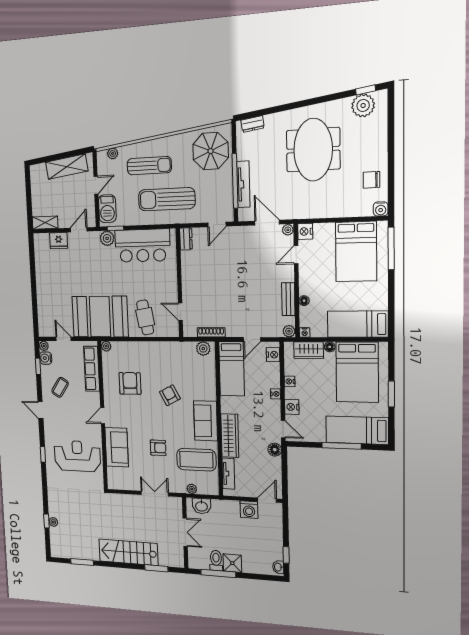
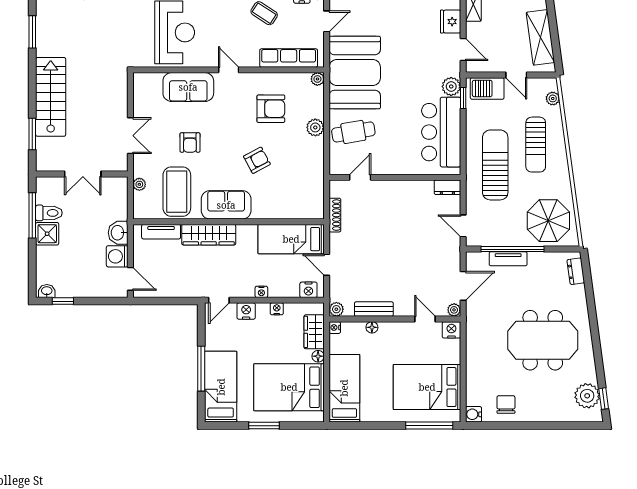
tv unit: (243, 184) -> (508, 259), width x0.71
plant: (203, 349) -> (315, 127), moved
floor lamp: (275, 450) -> (193, 290), removed
washbasin: (201, 506) -> (118, 233), moved

